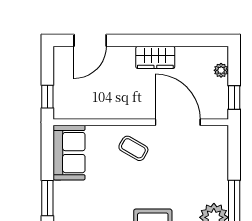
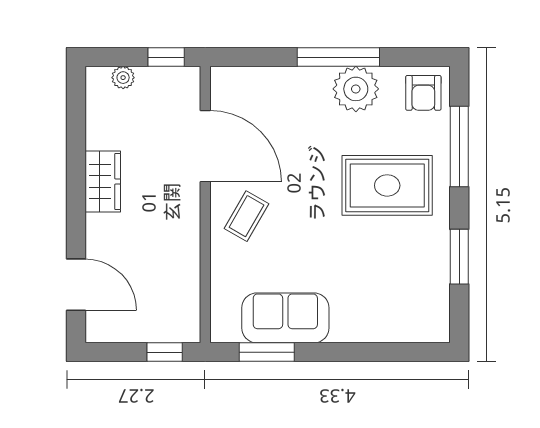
door: (178, 122) -> (205, 146), swing flipped
sofa: (69, 153) -> (285, 318), moved
window: (47, 198) -> (267, 352), moved

